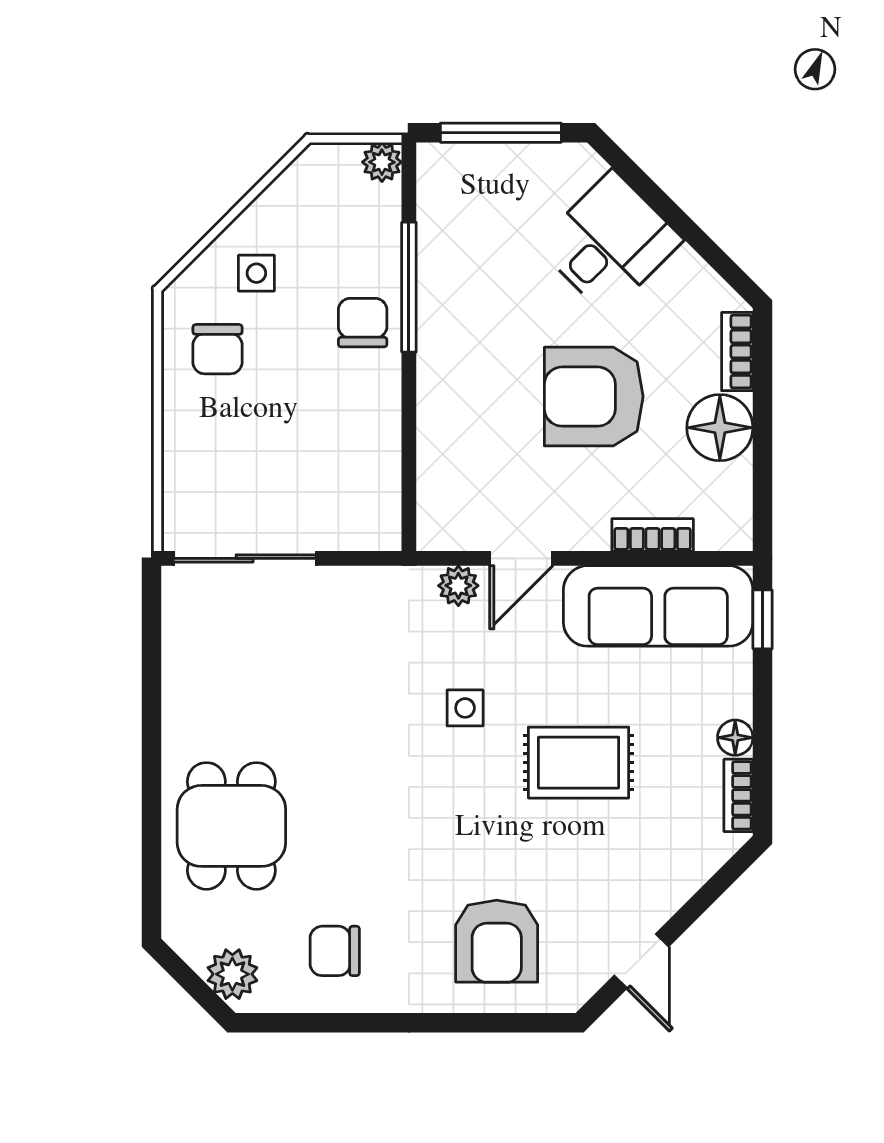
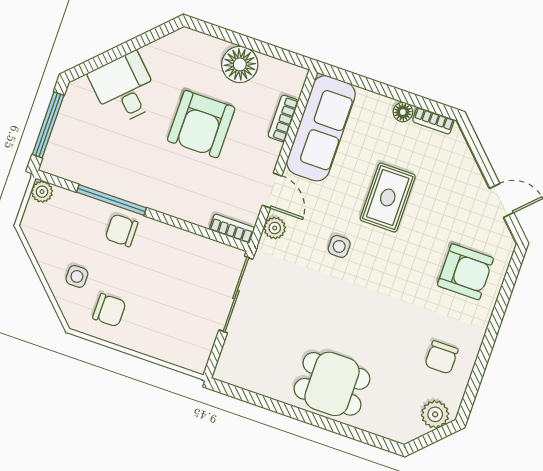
bookcase: (737, 352) -> (232, 229), moved, turned 180
sliding door: (245, 558) -> (236, 294), moved
window: (763, 619) -> (347, 77), removed
dining table: (231, 826) -> (332, 384), moved

